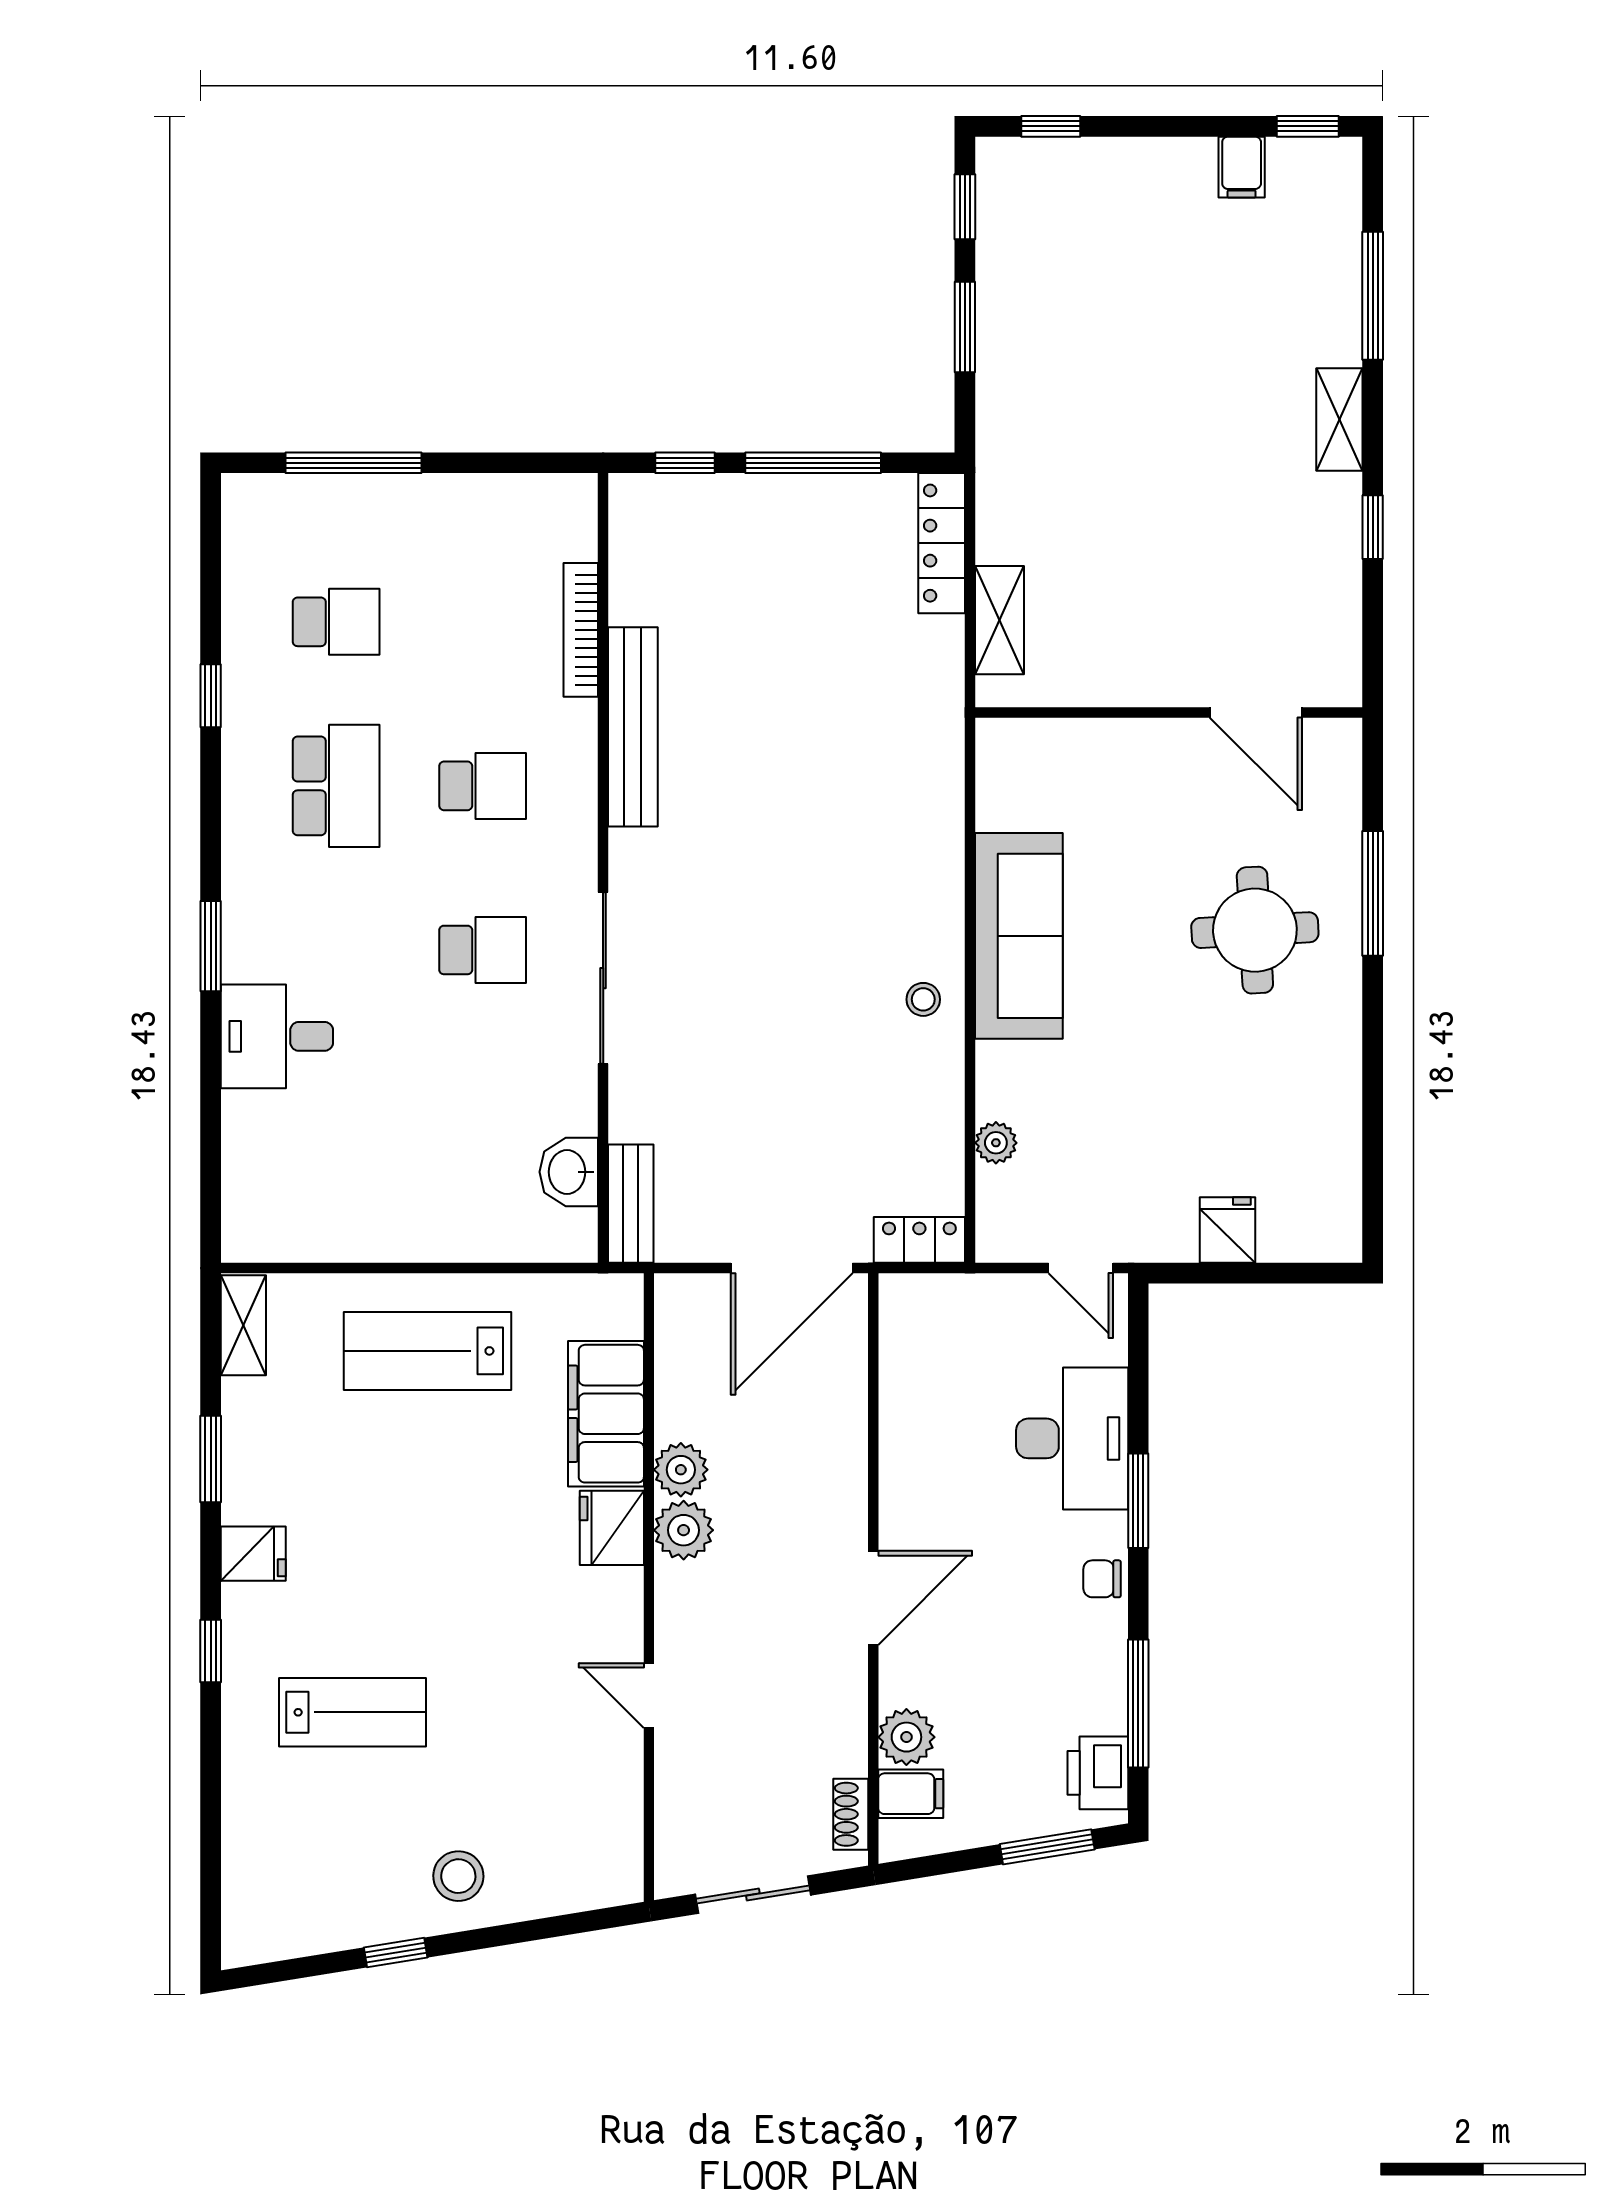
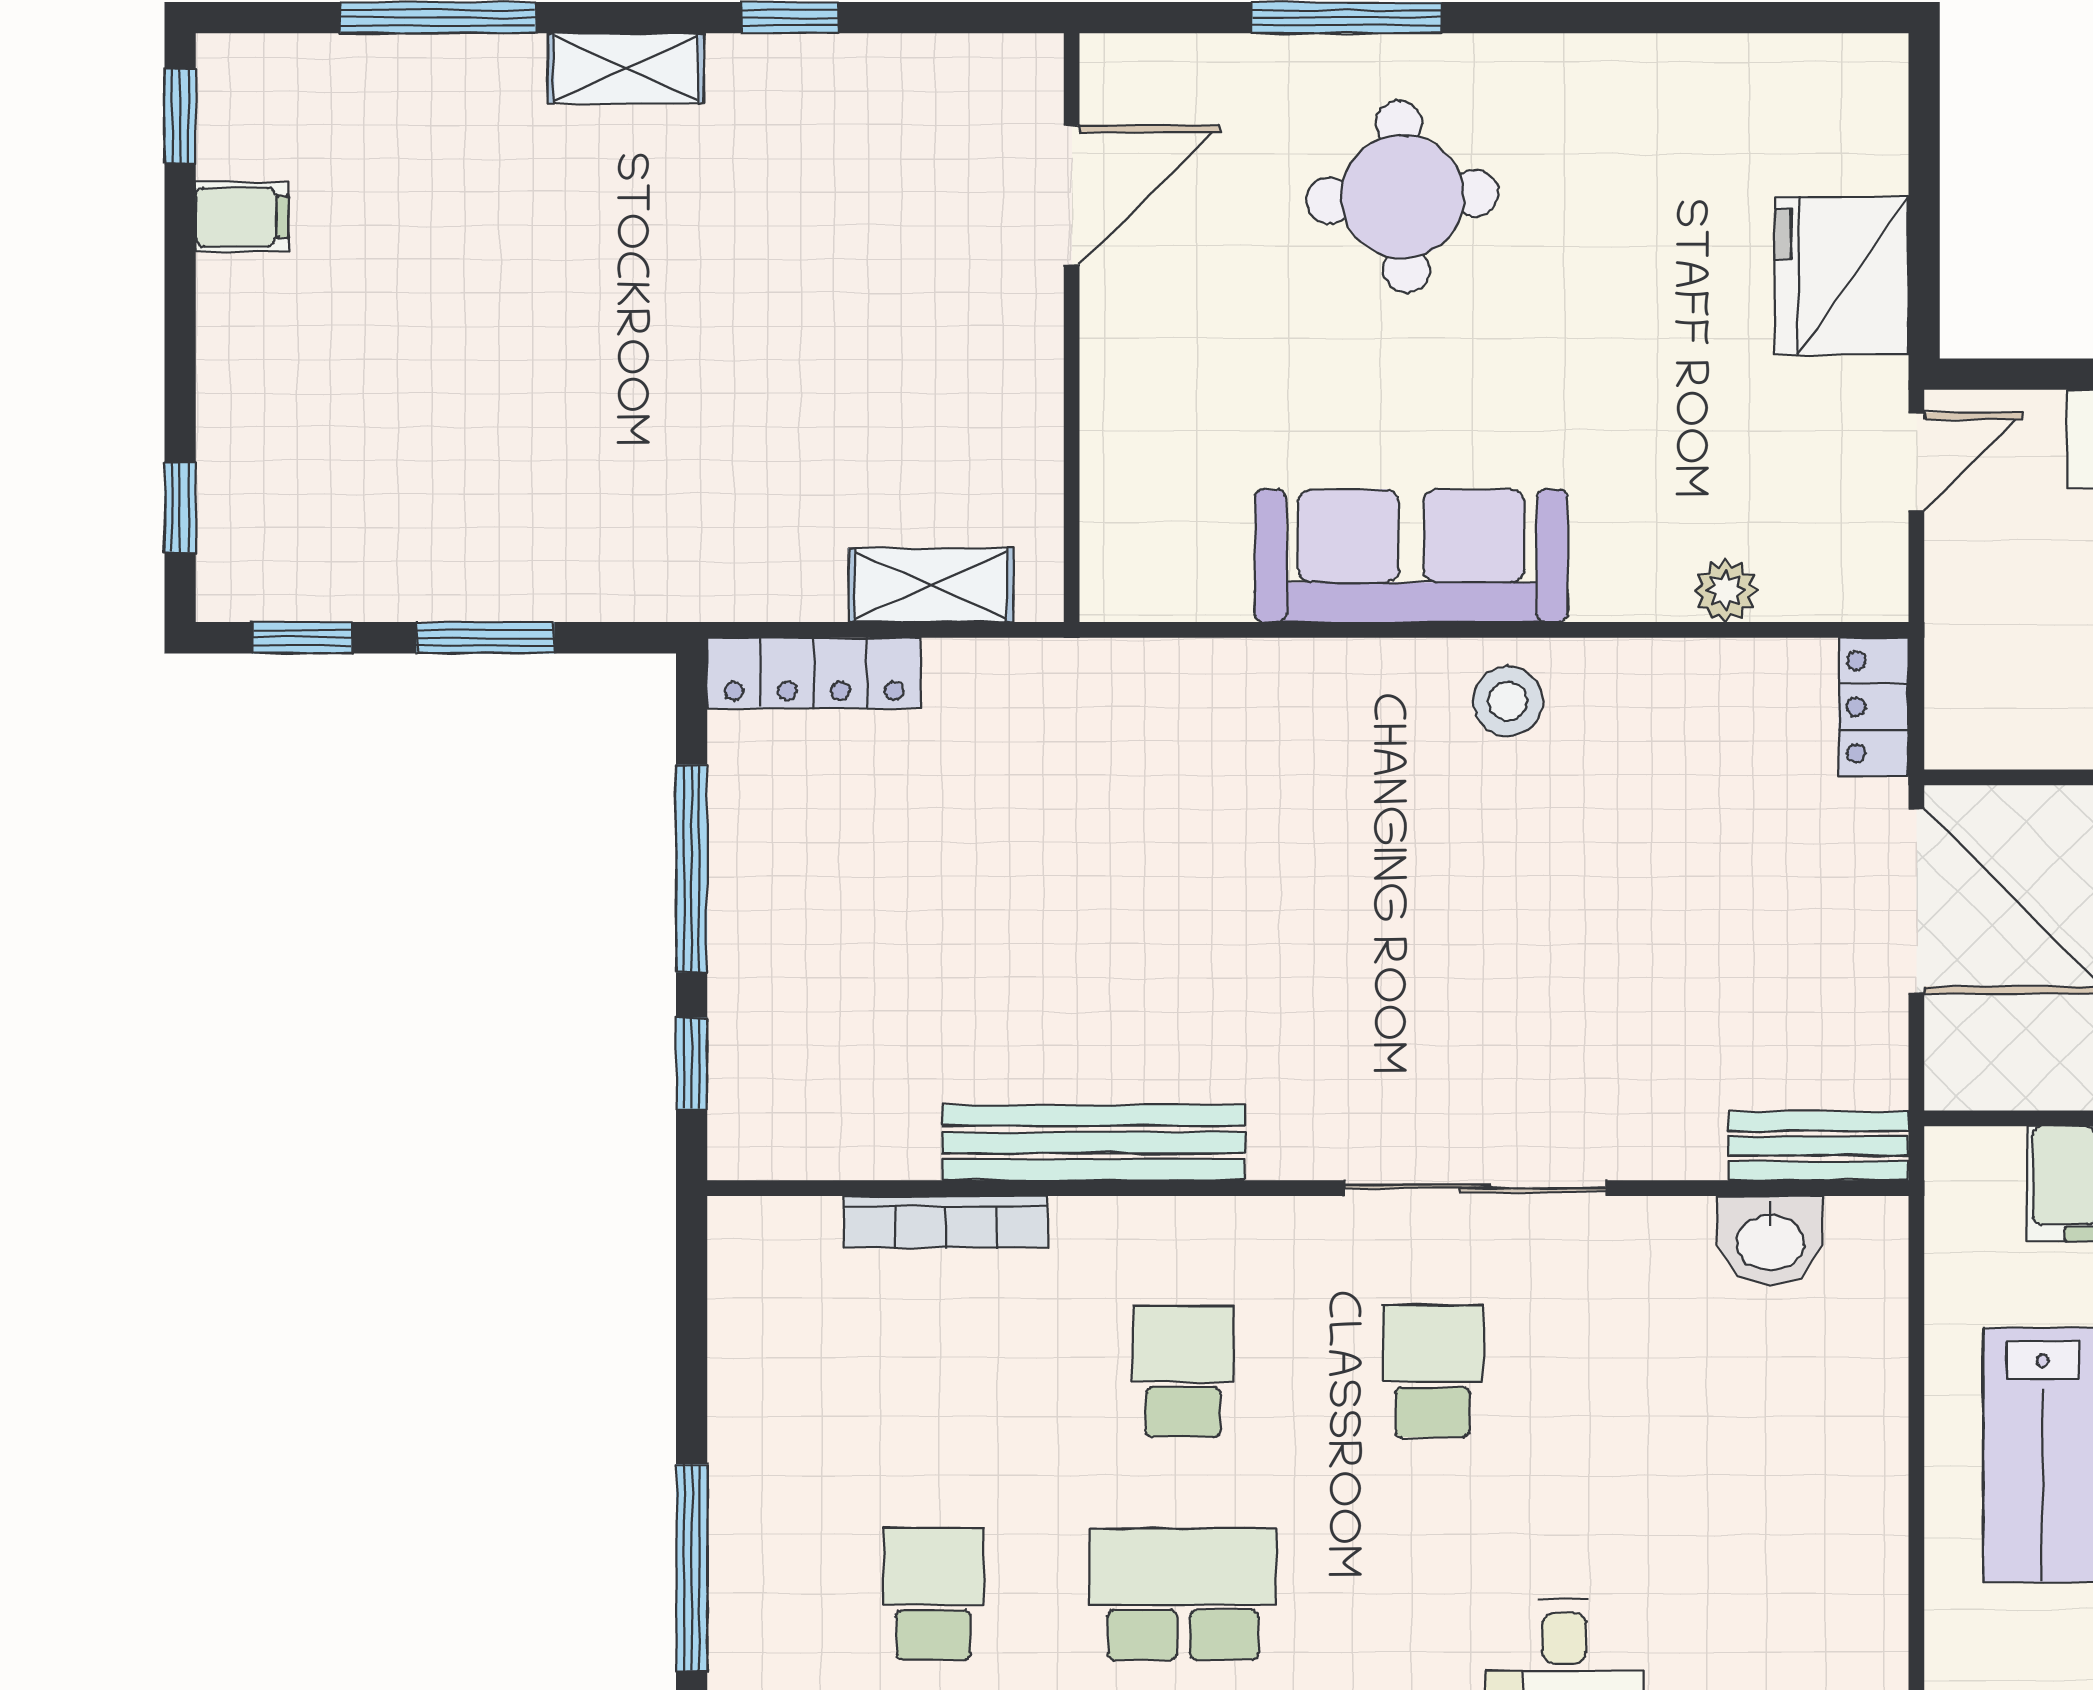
stool: (923, 999) -> (1508, 701), width x1.37, depth x1.37
fridge: (1228, 1230) -> (1842, 276), width x1.88, depth x1.34

